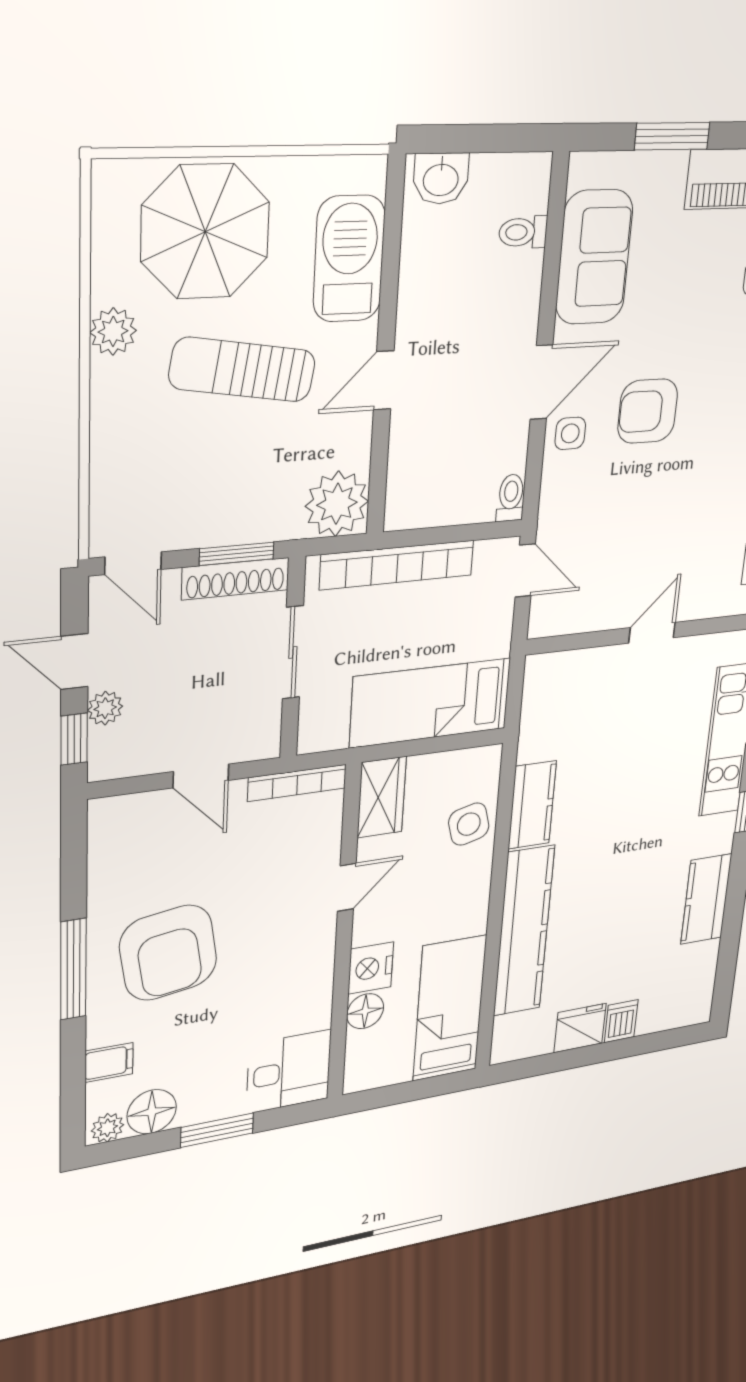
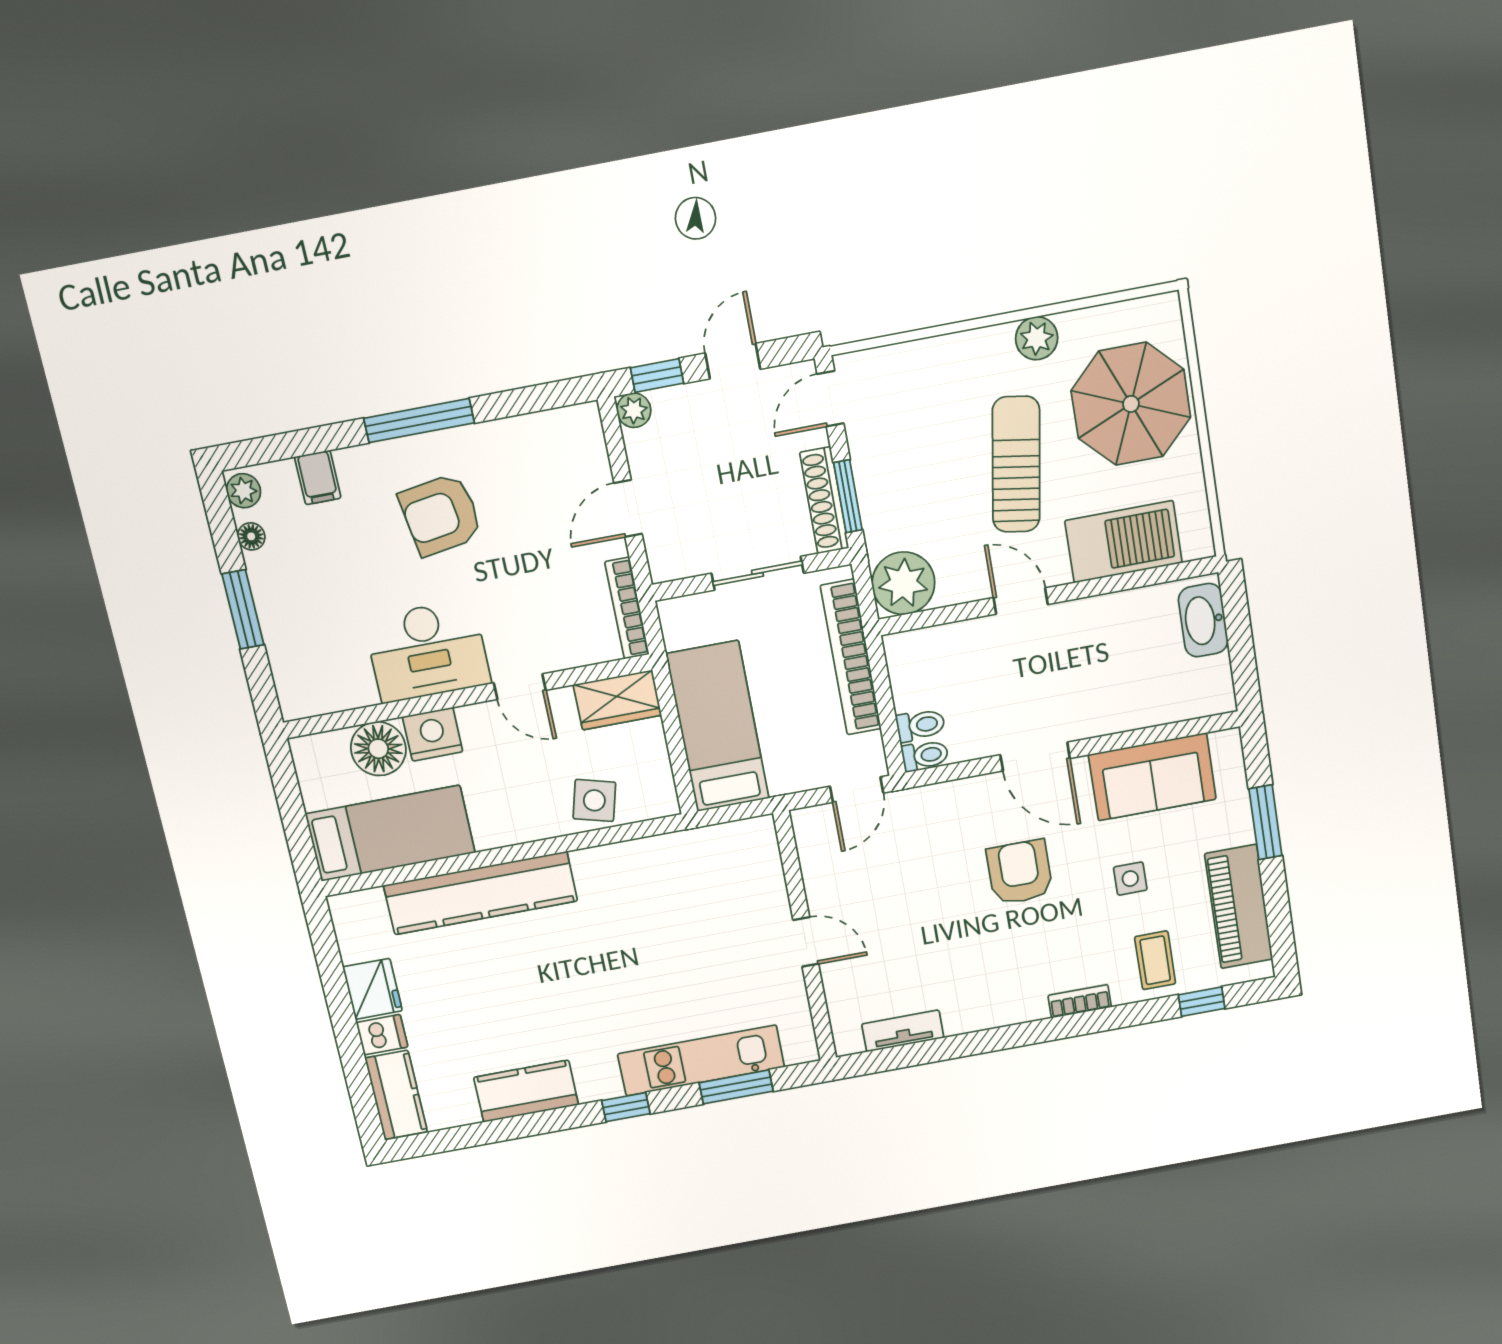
washbasin: (441, 179) -> (1203, 620), width x1.38
toilet: (523, 232) -> (921, 725), moved, turned 90
side table: (570, 433) -> (1130, 879), moved
plant: (105, 708) -> (634, 410), moved
kitchen counter: (532, 805) -> (396, 1095), moved, turned -90
side table: (469, 824) -> (594, 800), turned 30
armchair: (168, 953) -> (441, 515), width x0.73, depth x0.73
floor lamp: (365, 1011) -> (378, 749), width x1.38, depth x1.38
desk: (289, 1072) -> (427, 651), moved, width x1.37
floor lamp: (152, 1112) -> (251, 536), width x0.53, depth x0.53

